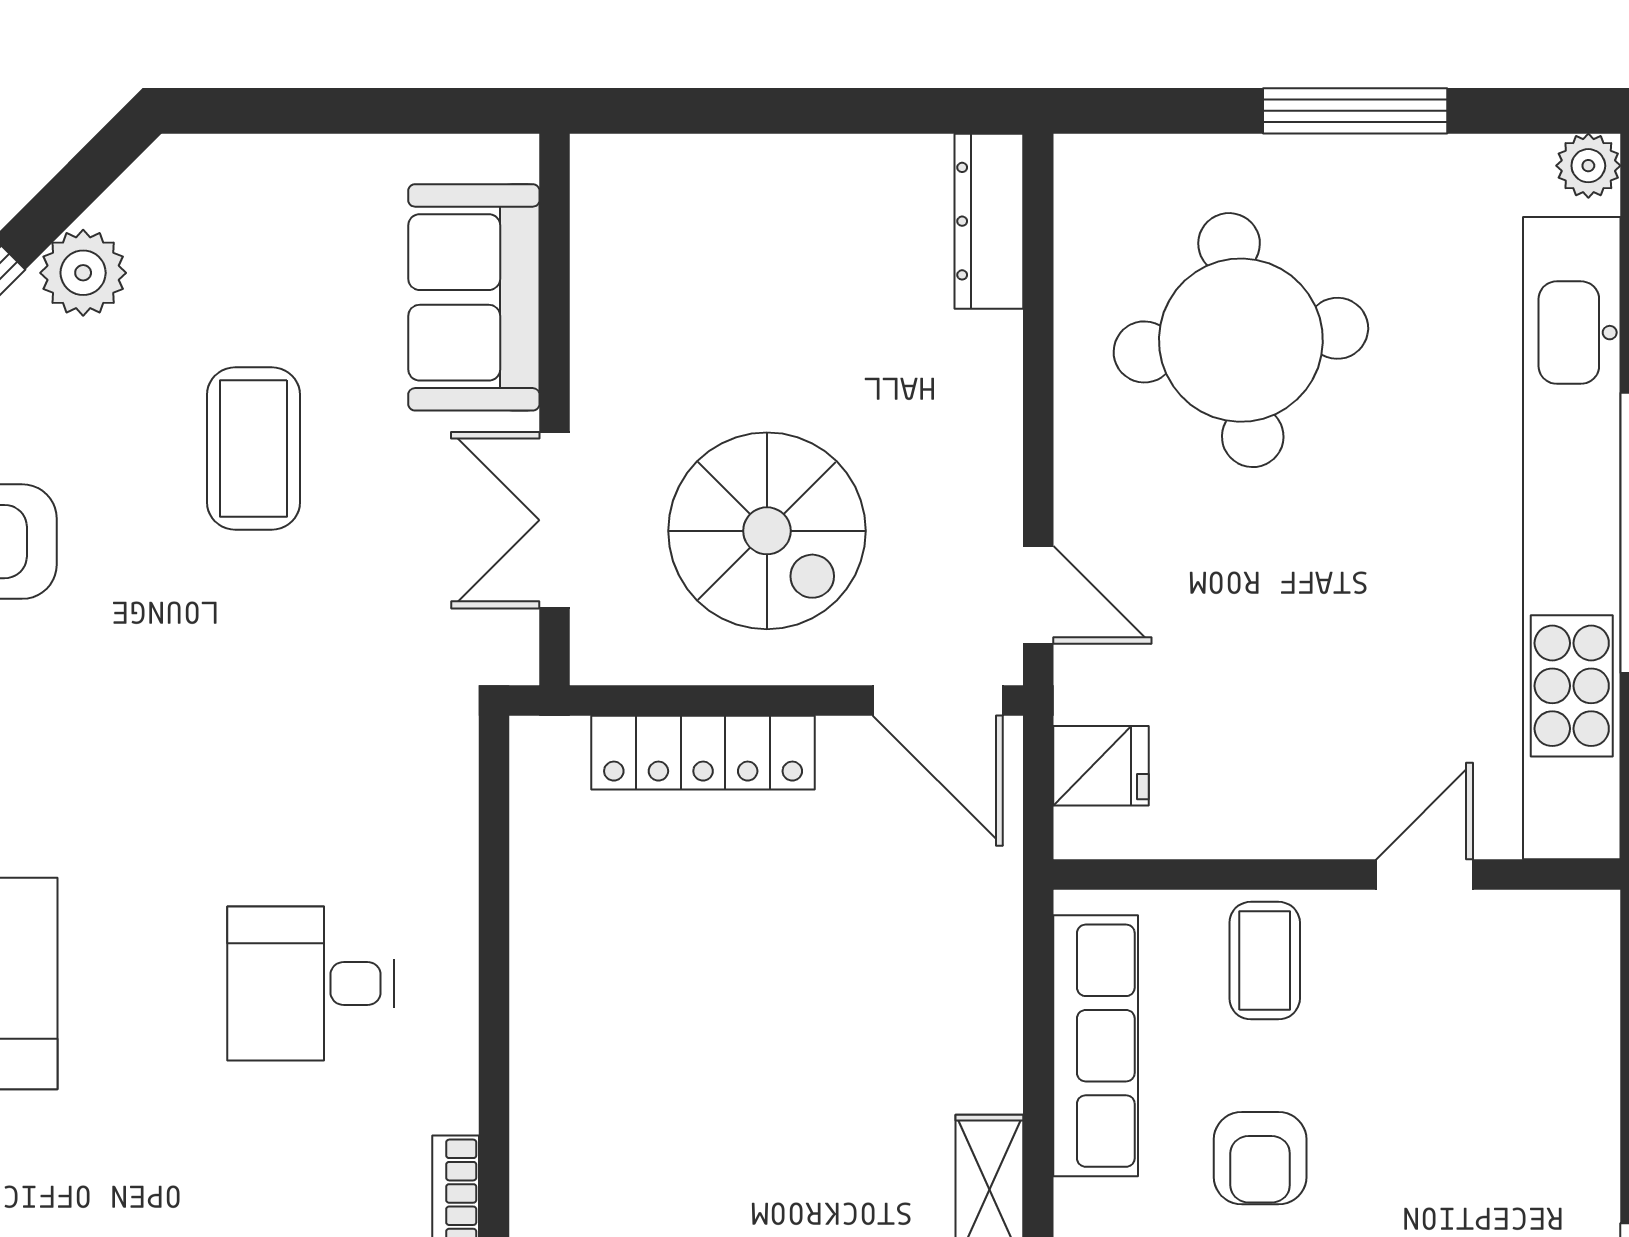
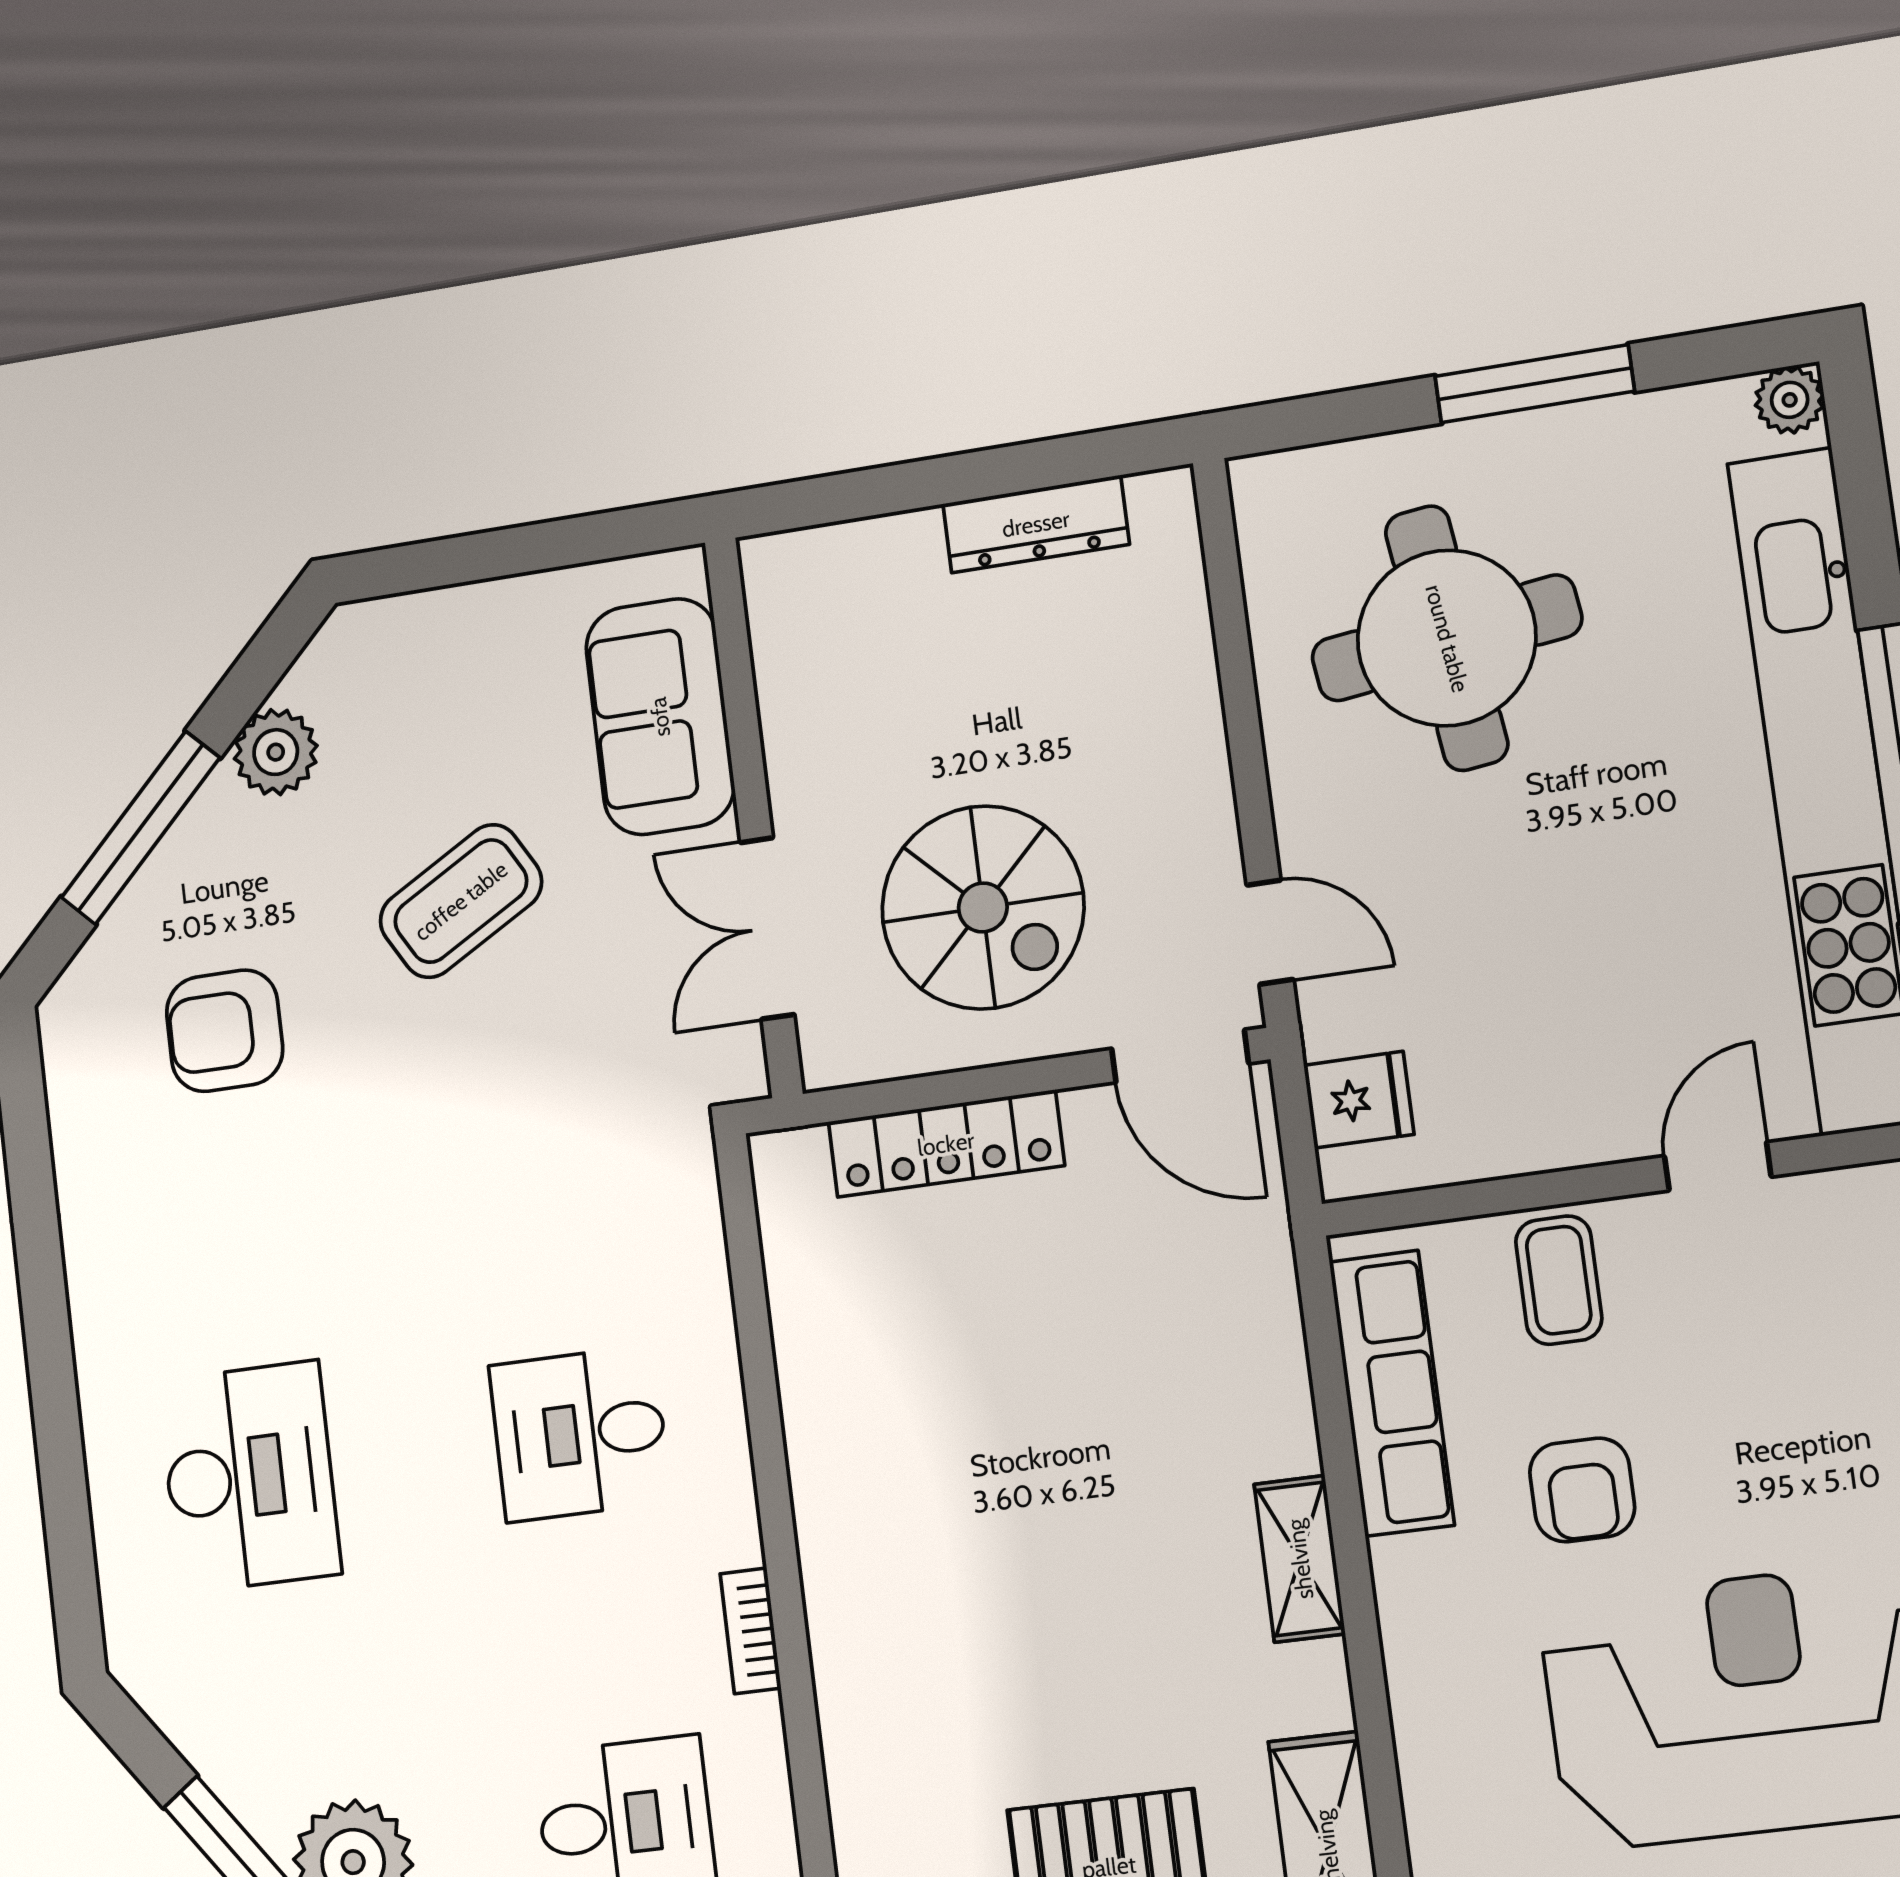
dresser: (989, 221) -> (1036, 524), moved, turned -90
coffee table: (253, 449) -> (461, 901), turned 60

